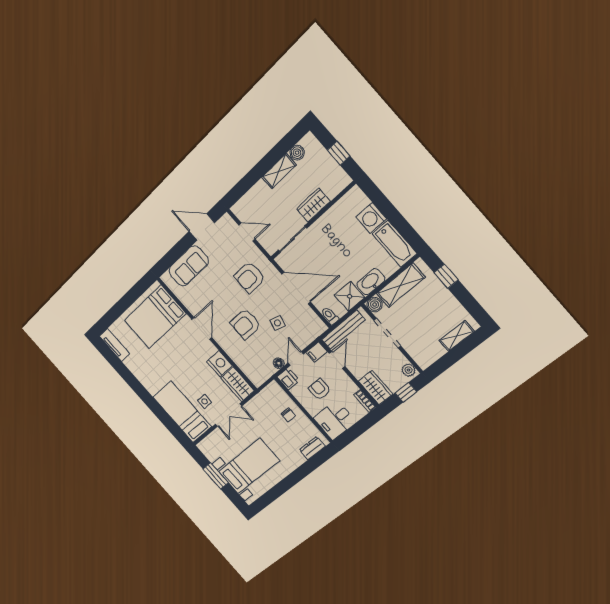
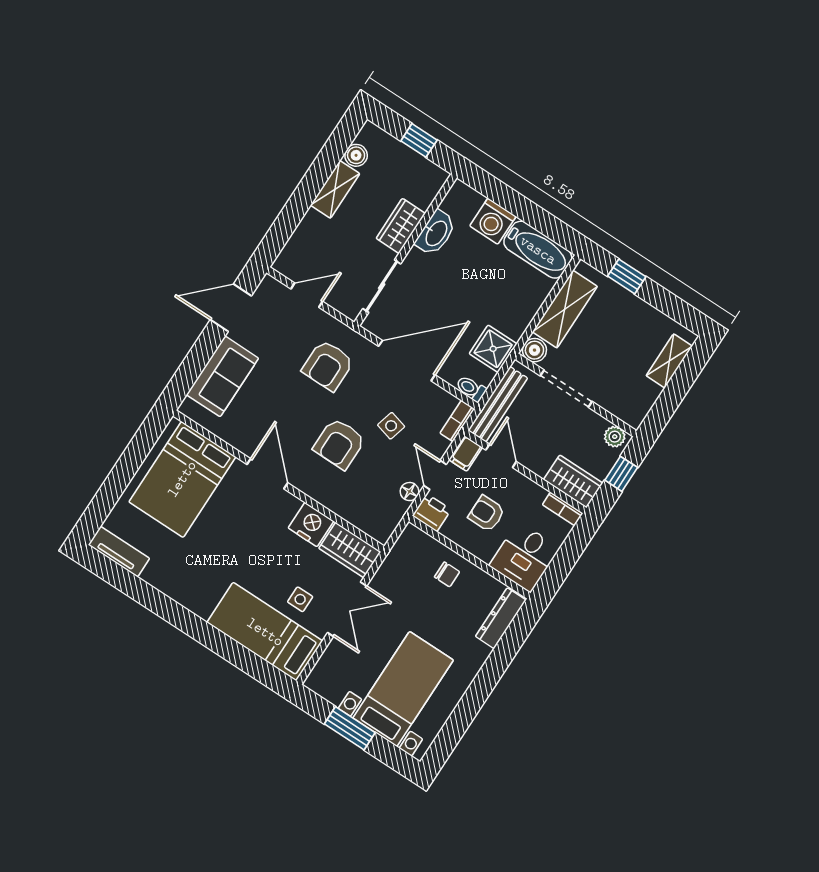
washbasin: (371, 282) -> (436, 233), moved, turned 180
bookcase: (317, 332) -> (457, 421), added
dresser: (312, 448) -> (501, 618), width x1.44

